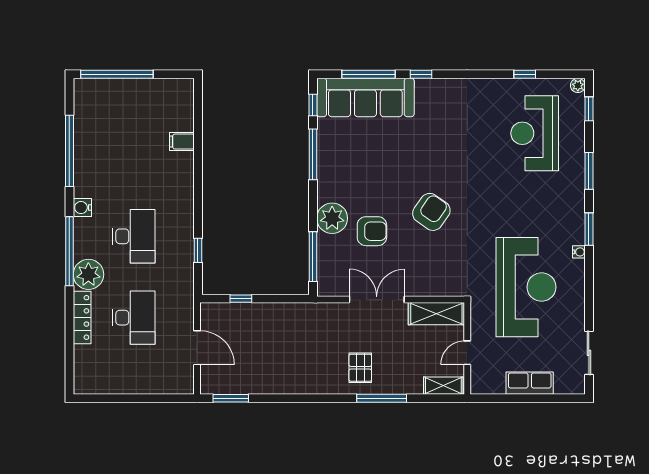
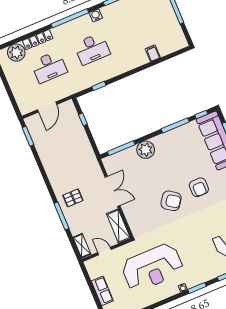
armchair: (372, 231) -> (199, 187), moved
plant: (88, 274) -> (16, 53), moved

